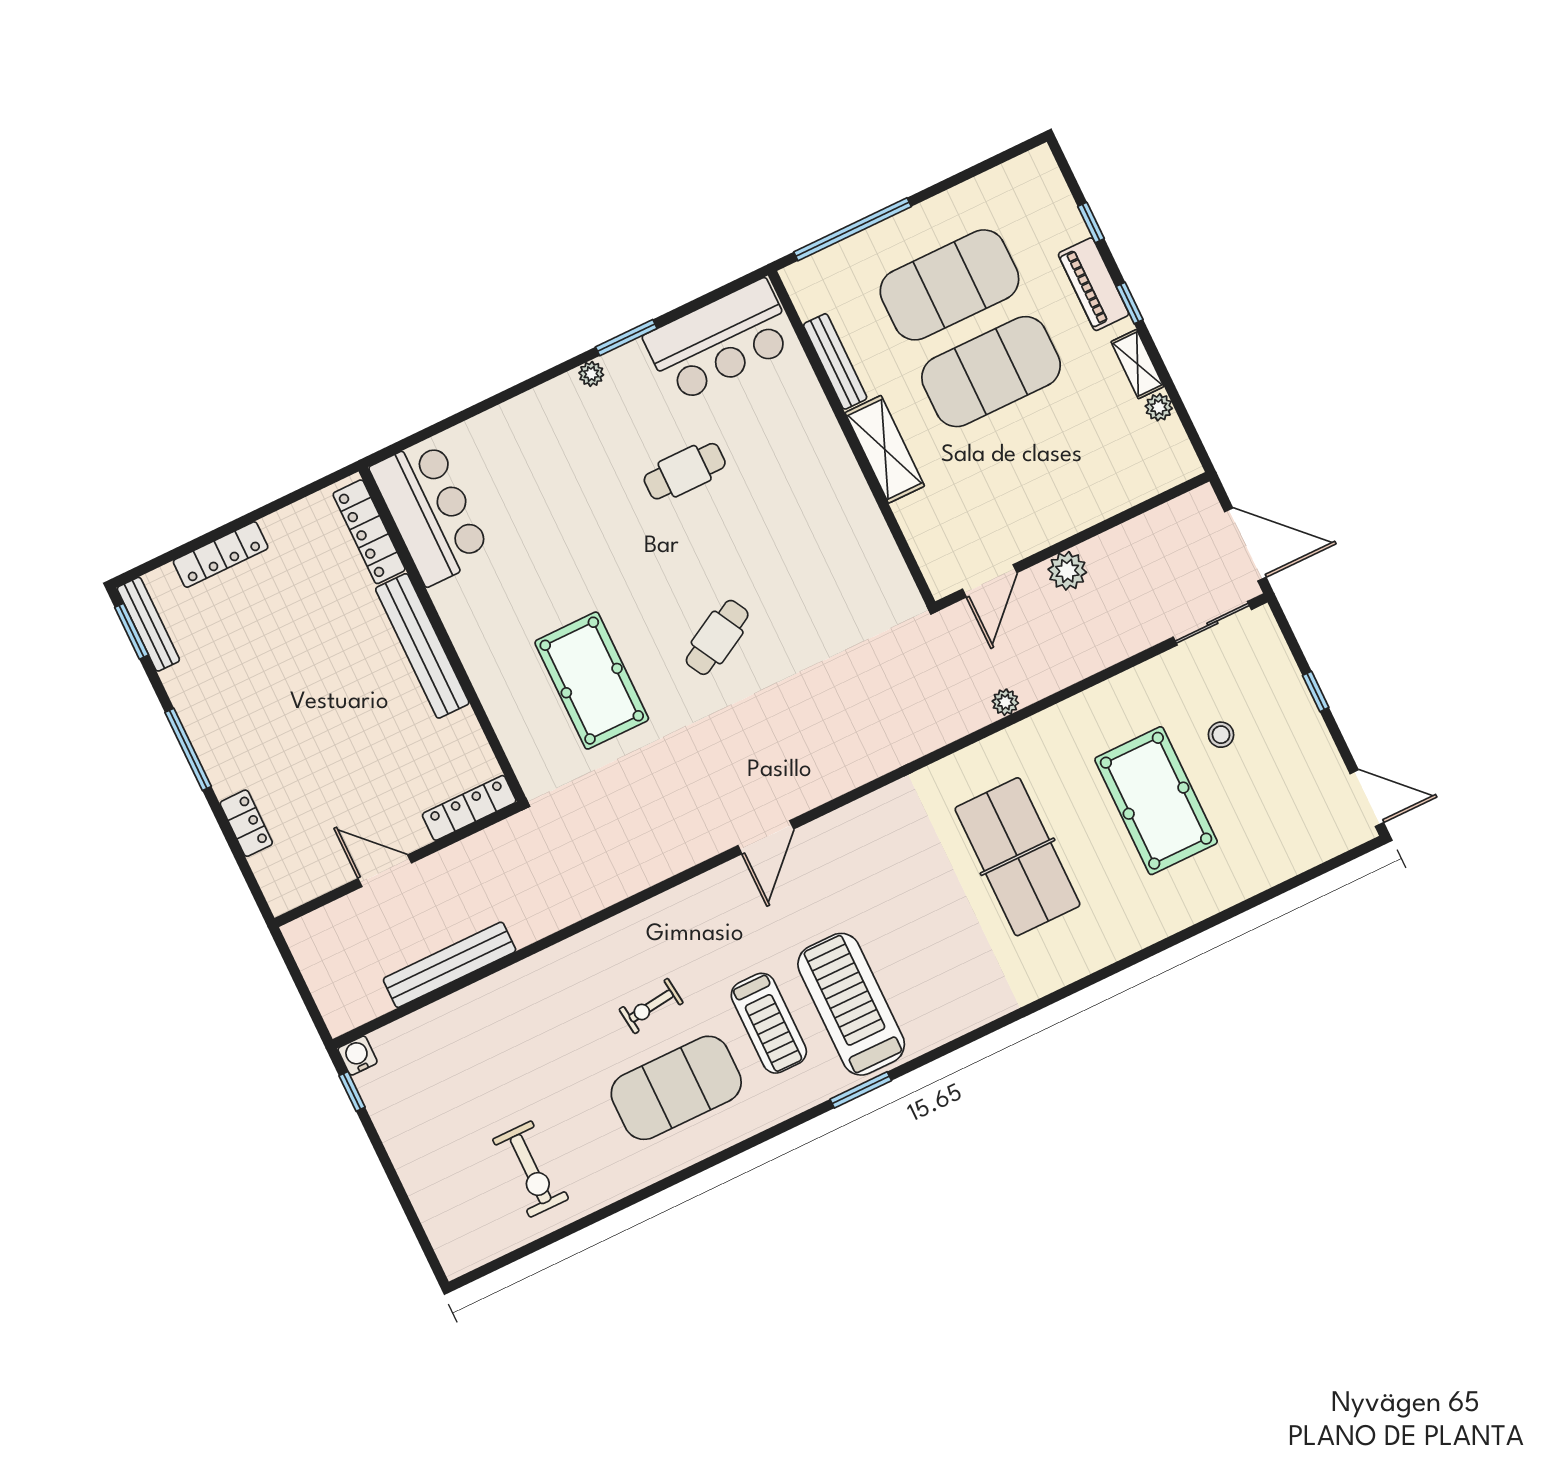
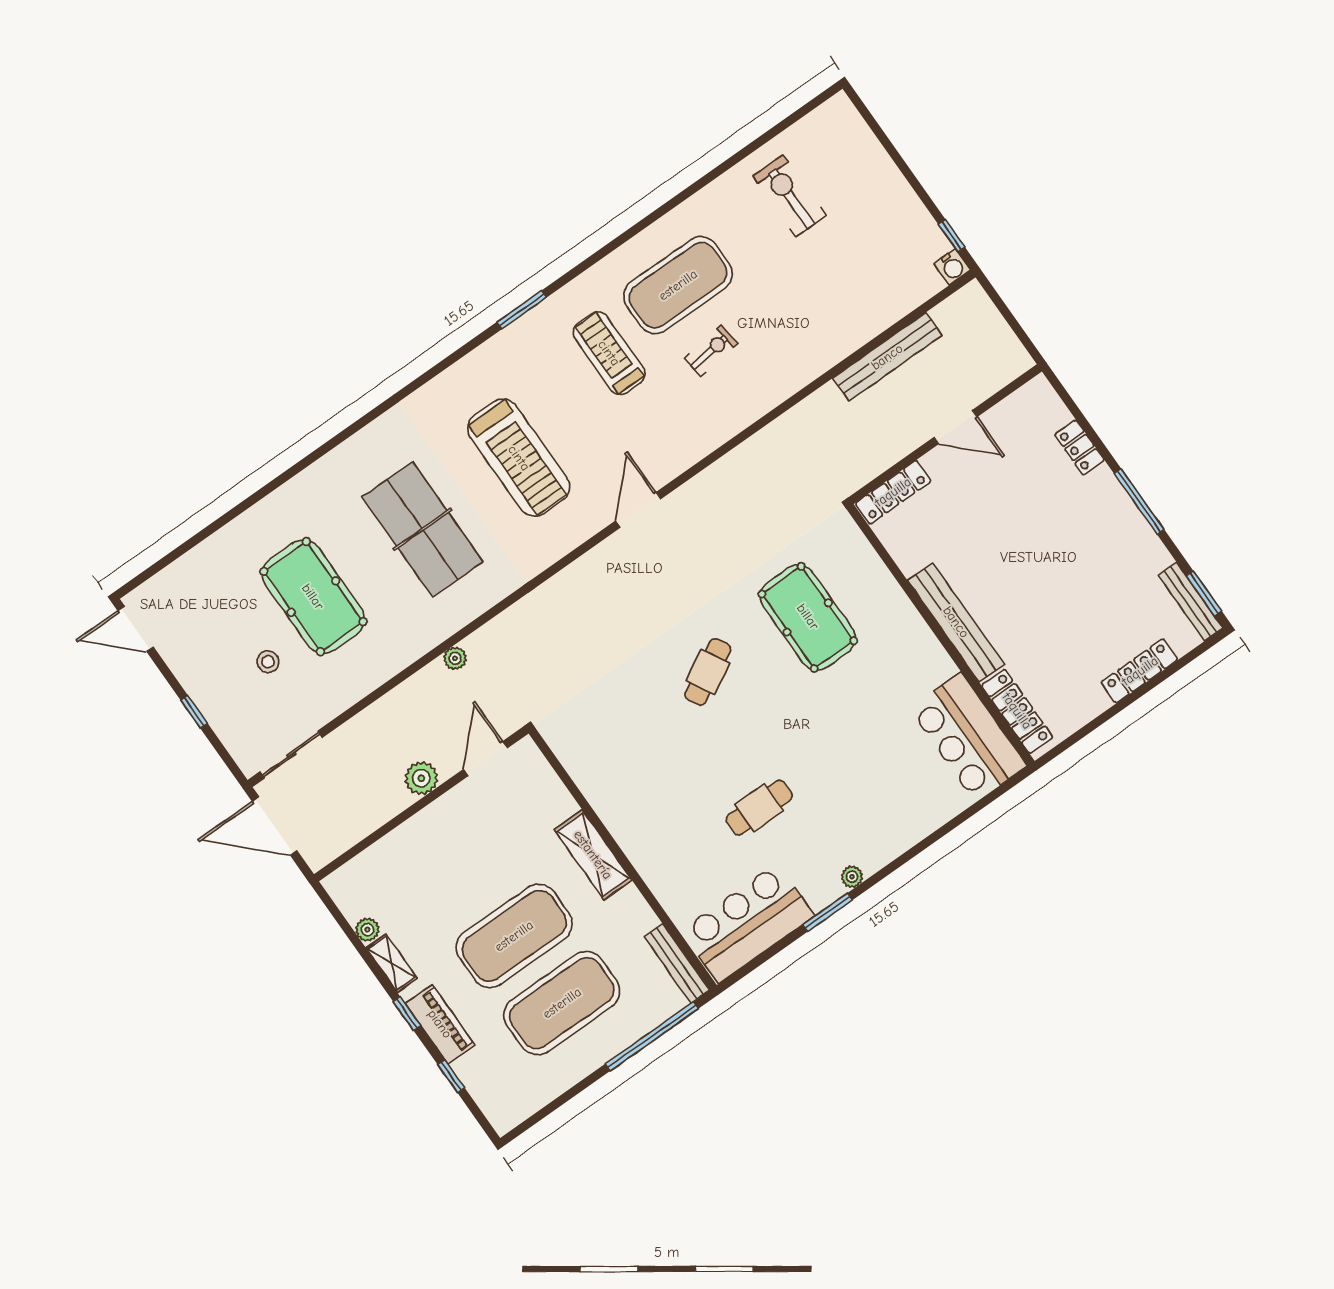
bench: (835, 361) -> (677, 963), moved
treadmill: (851, 1004) -> (519, 458), moved

